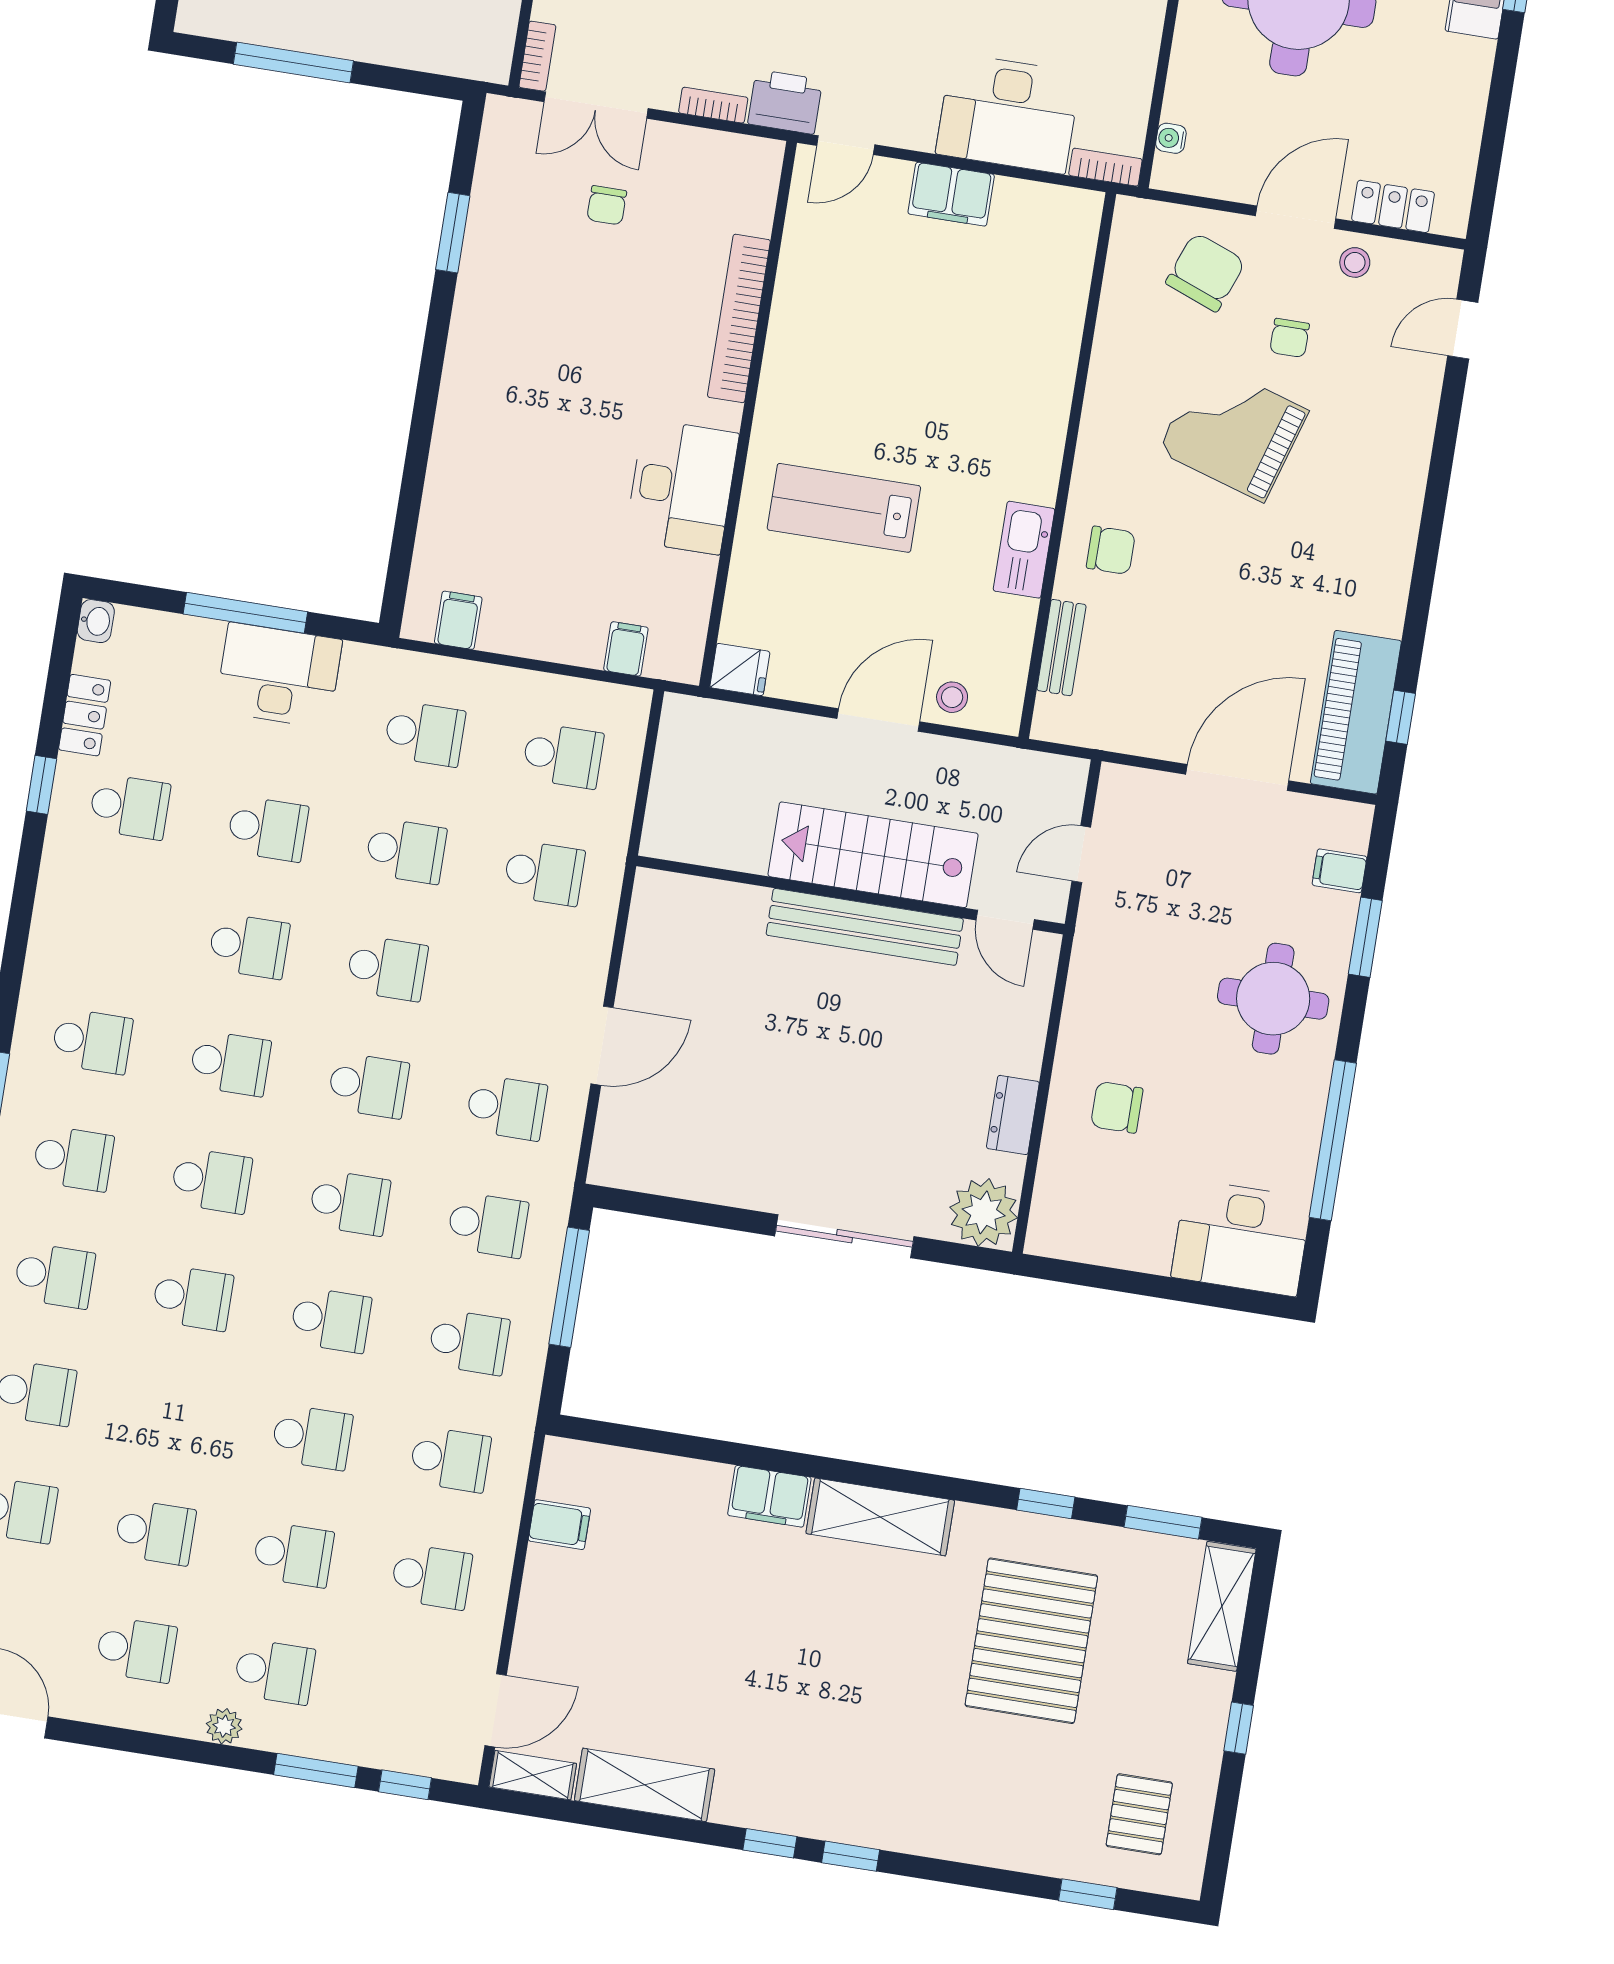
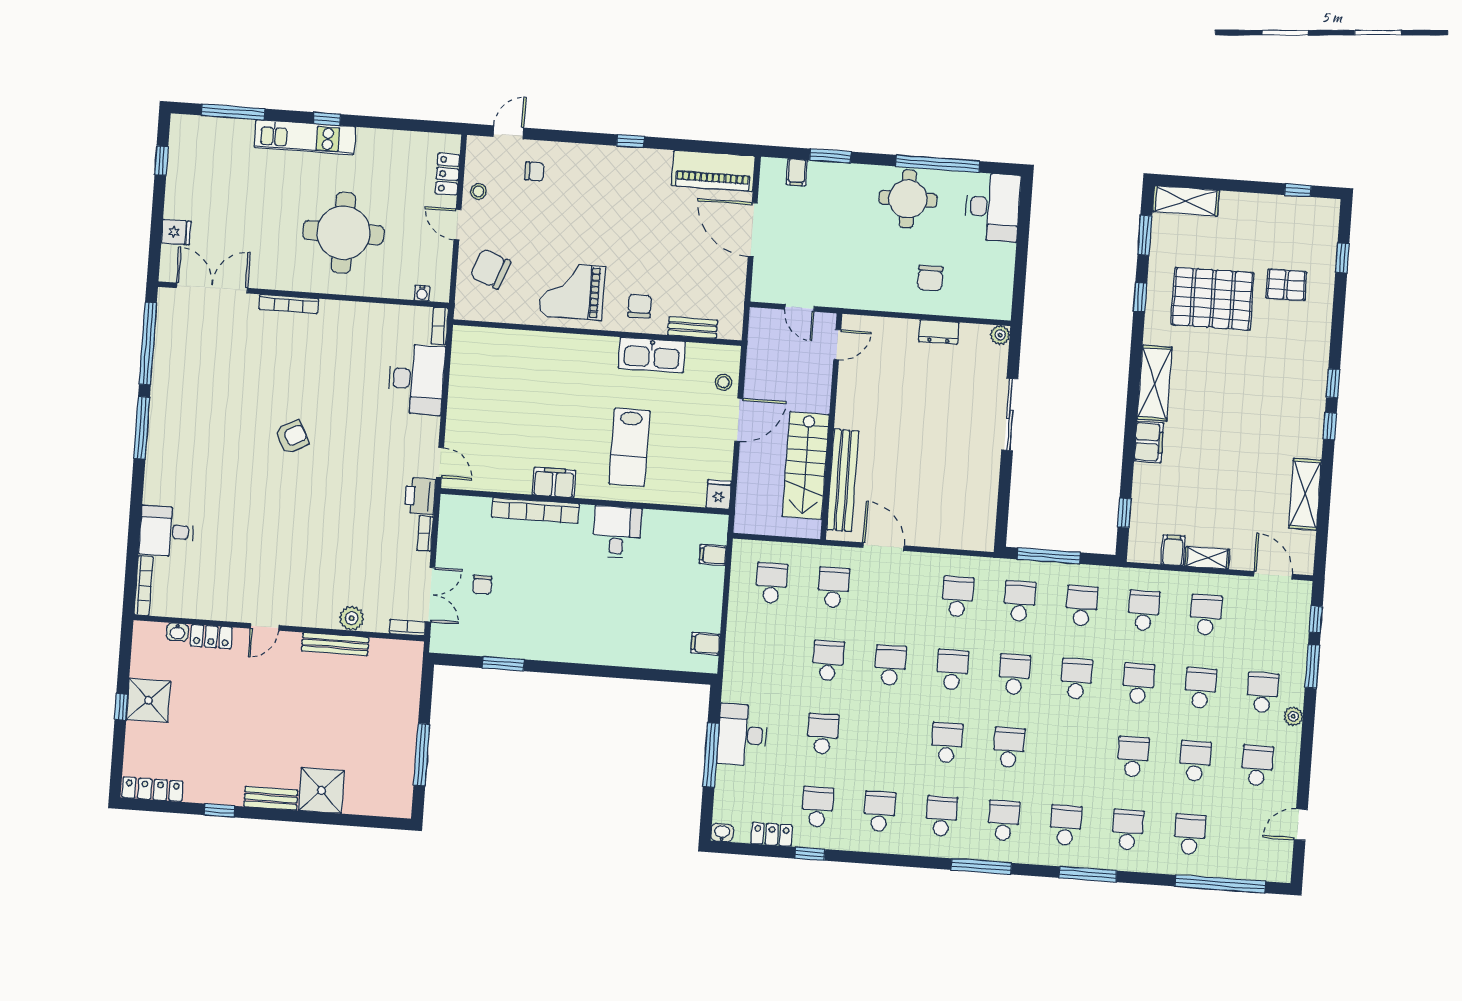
filing cabinet: (951, 194) -> (554, 483), moved, turned -90
chair: (607, 205) -> (482, 585), turned 90
door: (1296, 217) -> (458, 224), width x0.73
door: (1463, 329) -> (508, 132), swing flipped
chair: (1290, 338) -> (534, 171), moved
grand piano: (1233, 431) -> (572, 291), moved, turned 73
desk: (682, 487) -> (617, 532), width x0.73
kitchen sink: (1024, 550) -> (652, 355), width x1.36, depth x1.24
window: (1401, 717) -> (630, 141), moved
door: (878, 720) -> (739, 420), swing flipped
school desk: (425, 734) -> (766, 656), removed
stairs: (873, 855) -> (806, 466), moved
bench: (865, 927) -> (843, 480), moved
school desk: (249, 946) -> (879, 811), moved
round table: (1273, 999) -> (908, 199), moved
door: (602, 1046) -> (883, 547), moved
plant: (984, 1212) -> (1000, 335), width x0.53, depth x0.53
school desk: (193, 1298) -> (1133, 757), moved
window: (639, 1438) -> (1124, 513), added
window: (1239, 1728) -> (1298, 190), moved
shelving: (533, 1775) -> (1207, 558), moved, turned 90
pallet: (1139, 1814) -> (1286, 285), moved

